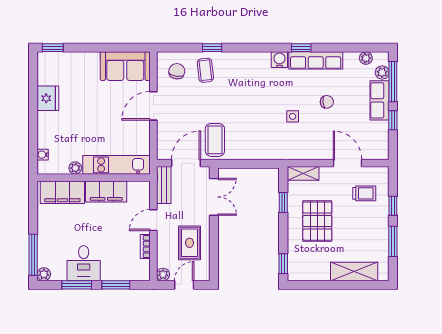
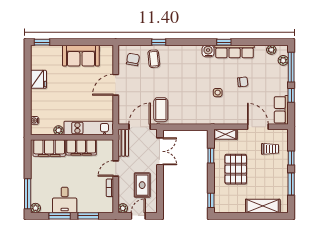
sofa: (125, 66) -> (81, 56), moved
row of seats: (379, 100) -> (281, 110), moved

